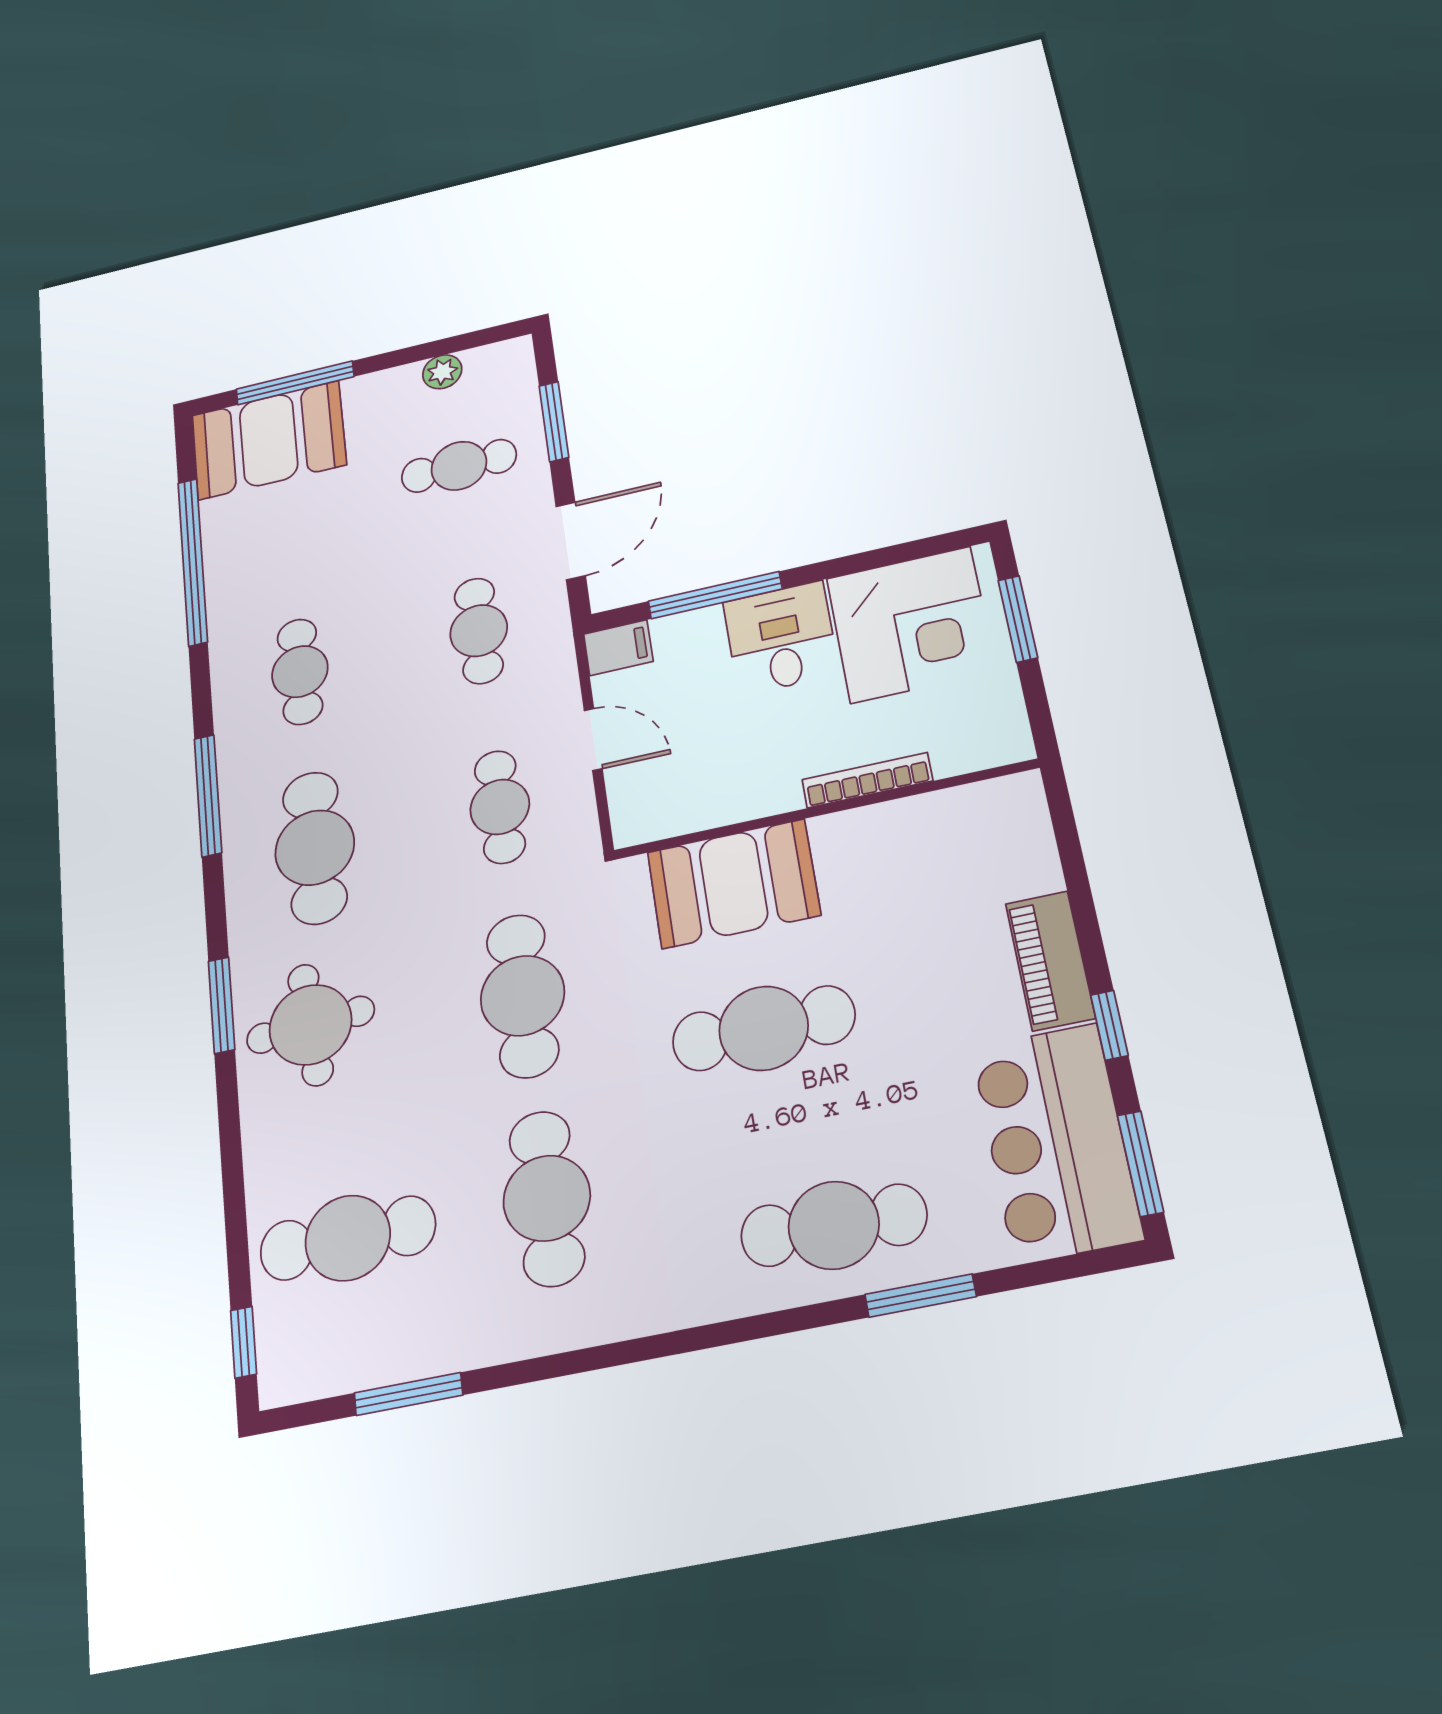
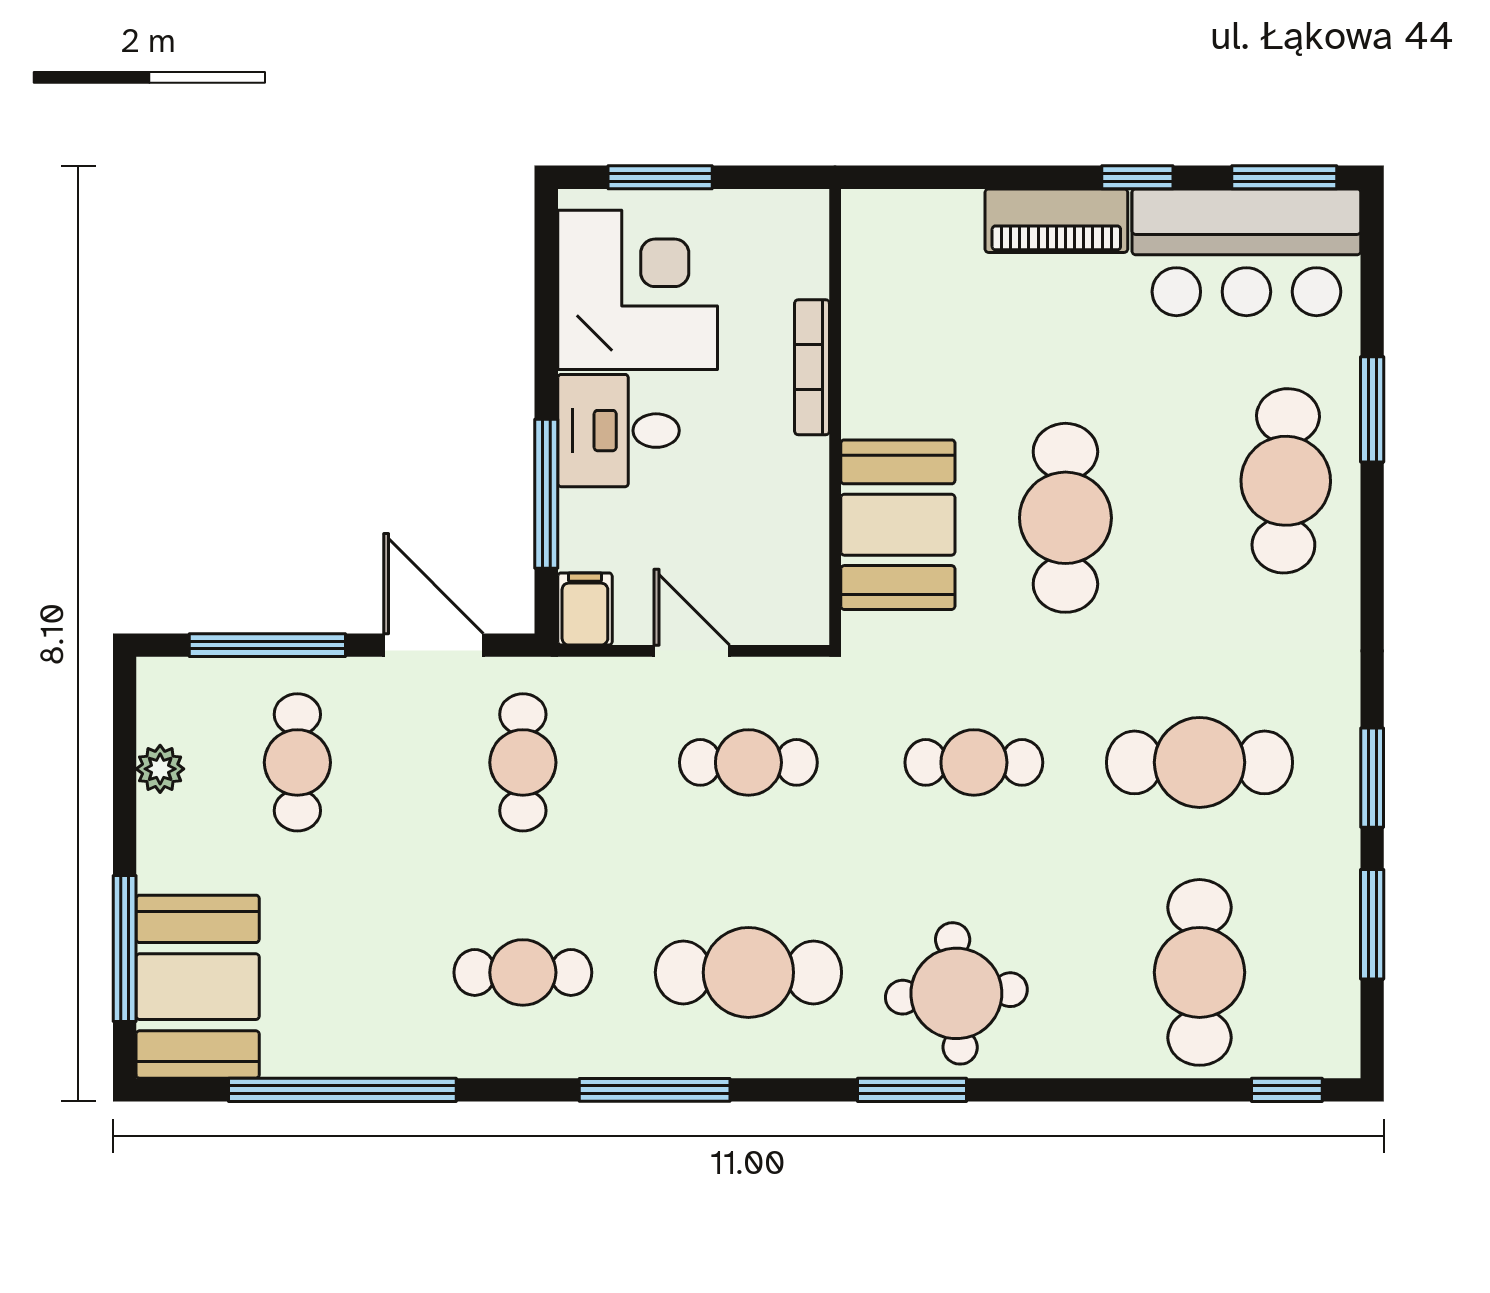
window: (554, 422) -> (267, 645), width x1.44
cafe table: (479, 631) -> (523, 762), turned 90
door: (593, 740) -> (692, 651), hinge flipped
cafe table: (522, 996) -> (974, 762), width x0.73, depth x0.74
window: (552, 1366) -> (1372, 778), added

